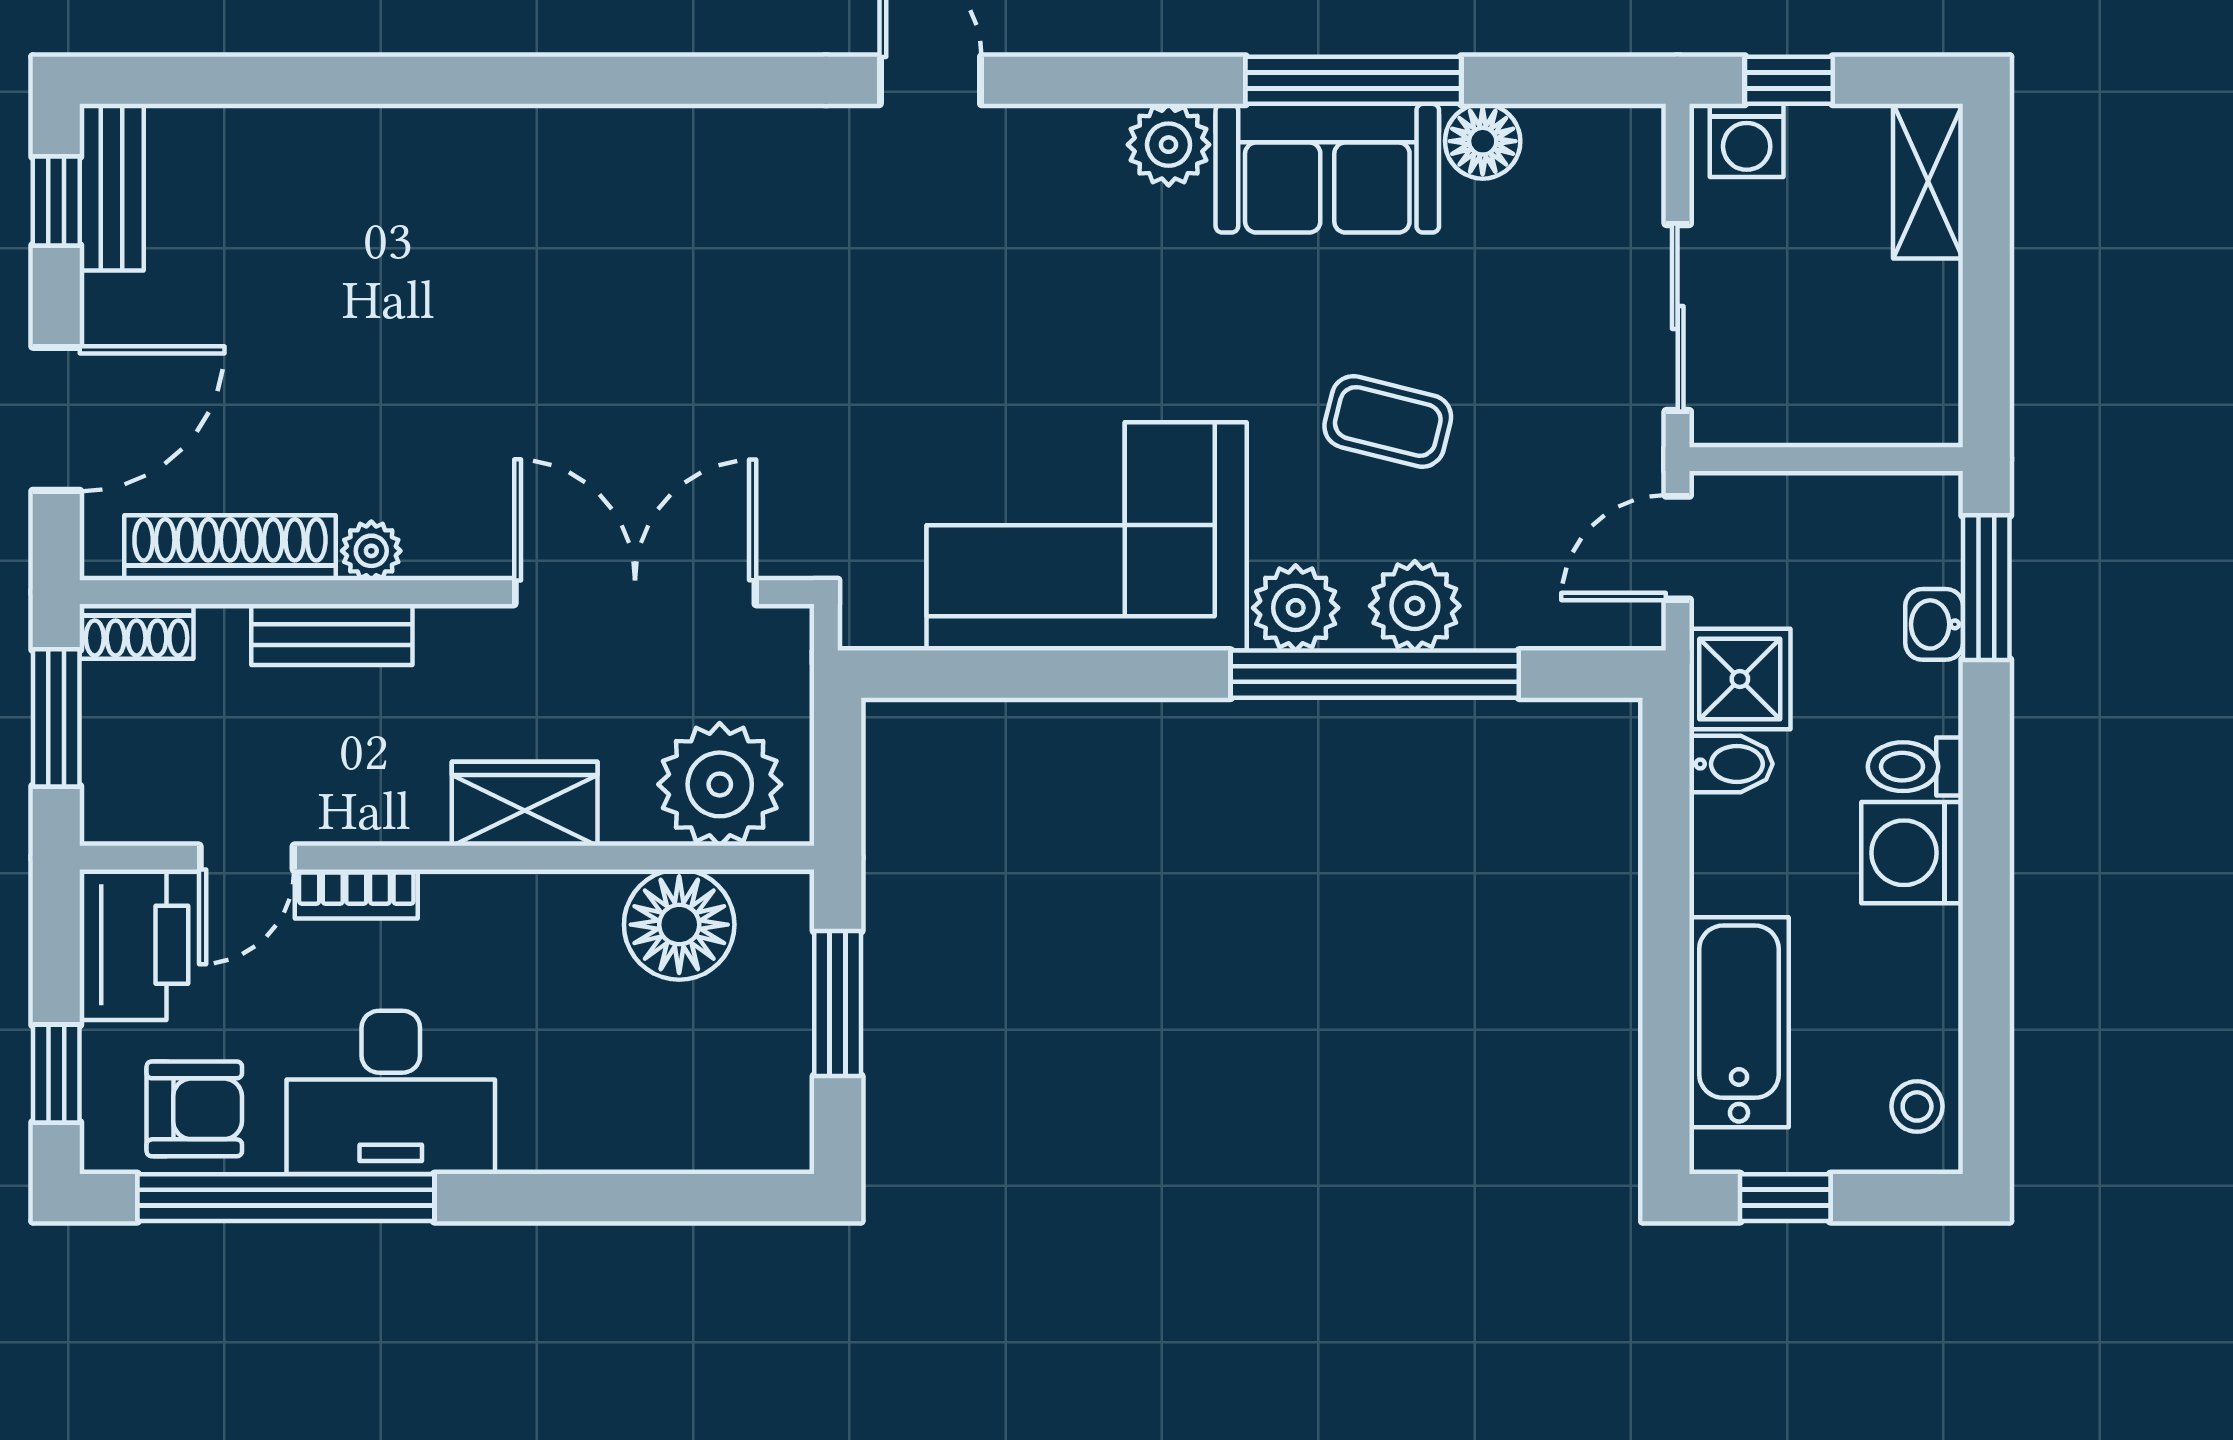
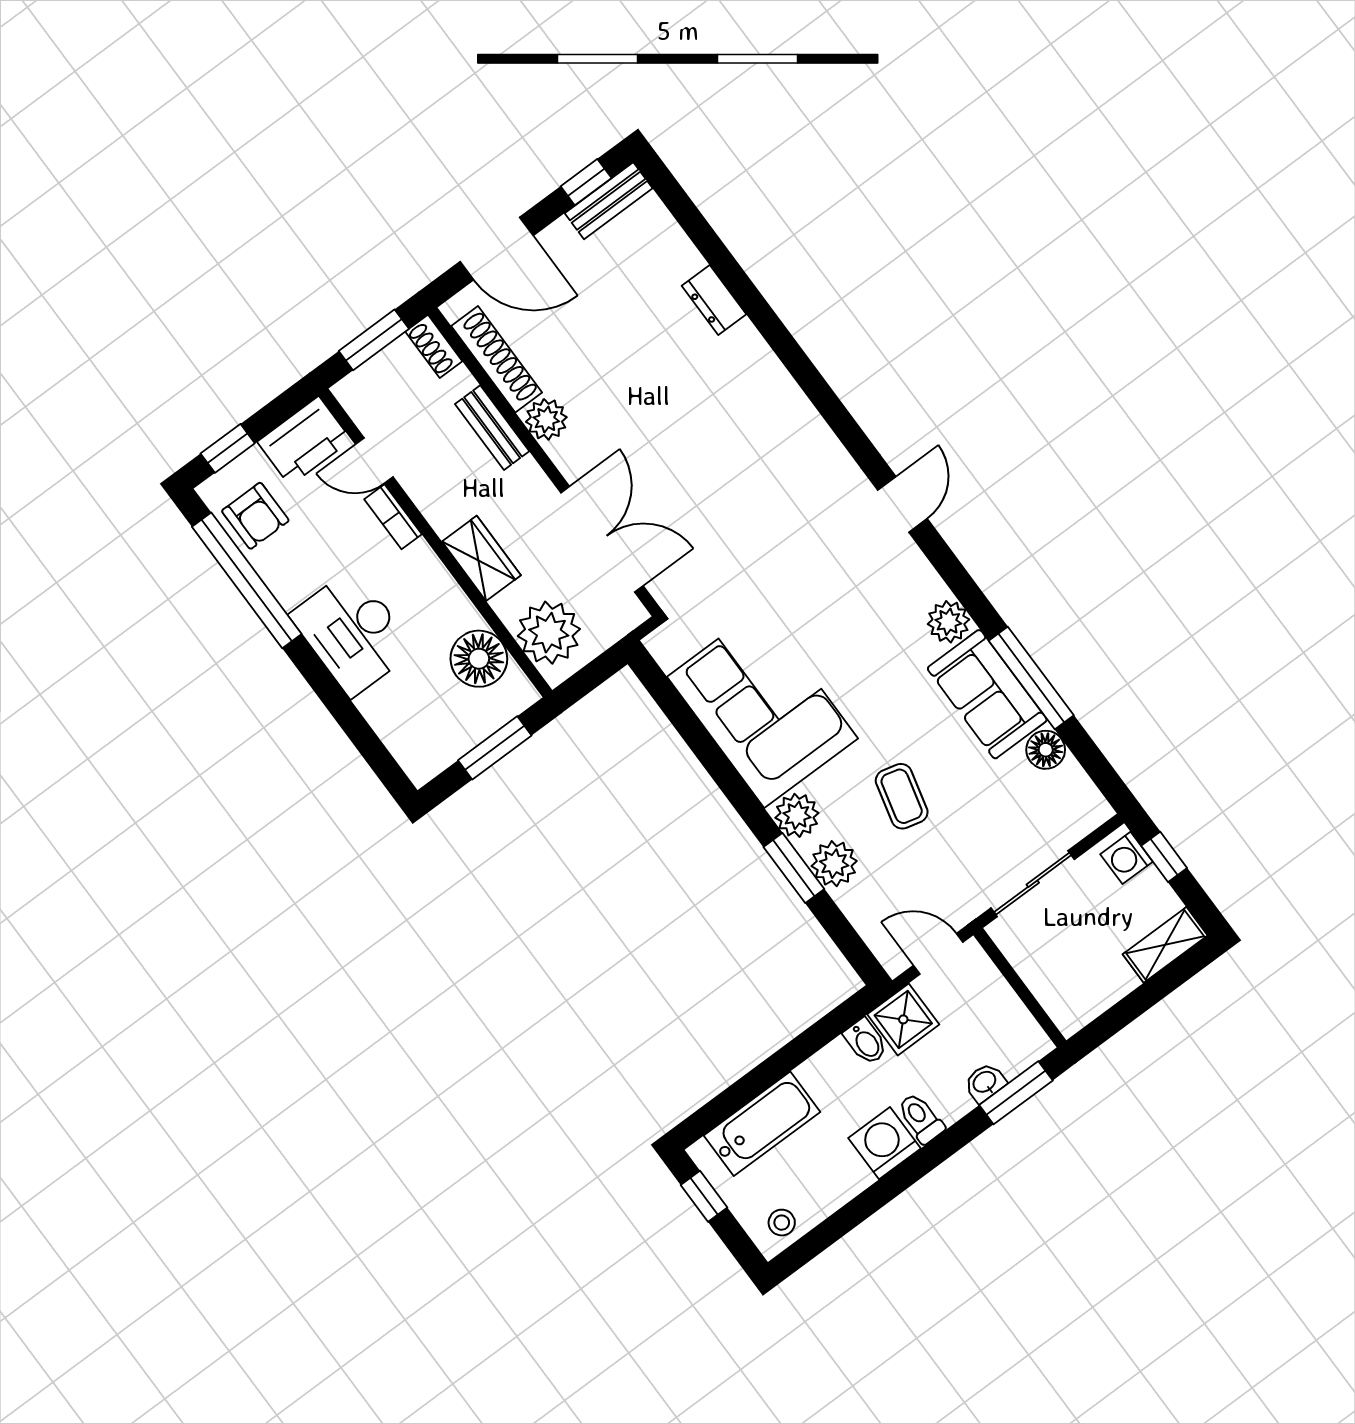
dresser: (390, 138) -> (714, 300), added
plant: (371, 551) -> (546, 419), width x1.38, depth x1.38
window: (1375, 674) -> (794, 868), width x0.47
desk: (391, 1092) -> (352, 632), moved

